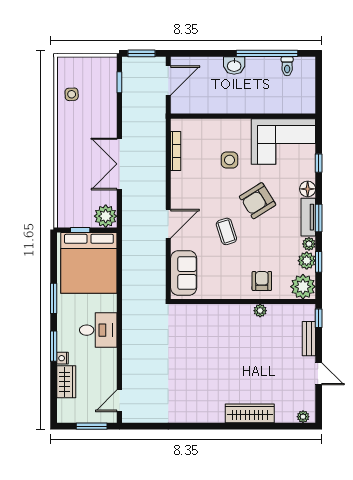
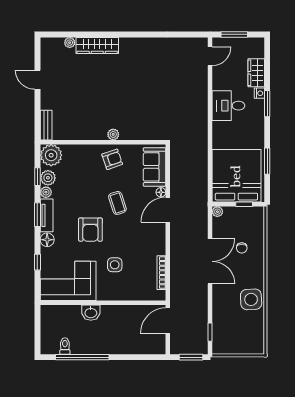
washbasin: (234, 66) -> (91, 313), moved, turned 180
door: (168, 81) -> (168, 321), moved
side table: (72, 94) -> (251, 299), moved, width x1.87, depth x1.87
chair: (83, 180) -> (242, 248), added
armchair: (258, 201) -> (90, 230), turned 122
plant: (106, 216) -> (217, 212), width x0.53, depth x0.53
floor lamp: (176, 244) -> (161, 192), added
armchair: (262, 281) -> (112, 159), moved, turned -109
window: (54, 298) -> (267, 161), moved
plant: (260, 311) -> (113, 134), moved
window: (319, 318) -> (37, 128), removed
desk: (98, 330) -> (228, 106), moved
bench: (309, 339) -> (46, 125), moved
plant: (303, 417) -> (70, 43), moved

